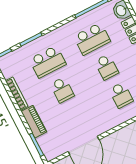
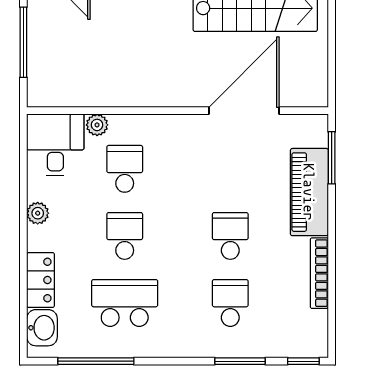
school desk: (48, 62) -> (230, 303), width x0.54
piano: (34, 122) -> (309, 192), width x1.37, depth x1.33

